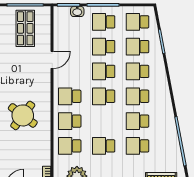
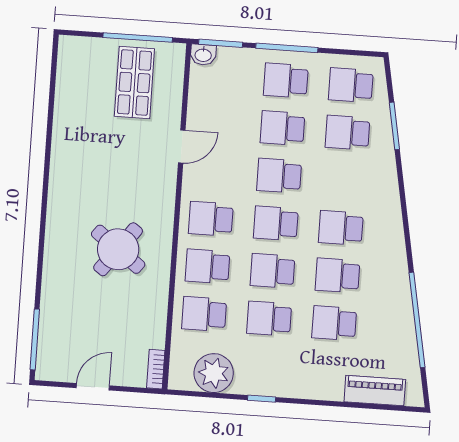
washbasin: (77, 11) -> (203, 55), moved
school desk: (138, 71) -> (272, 271), moved

